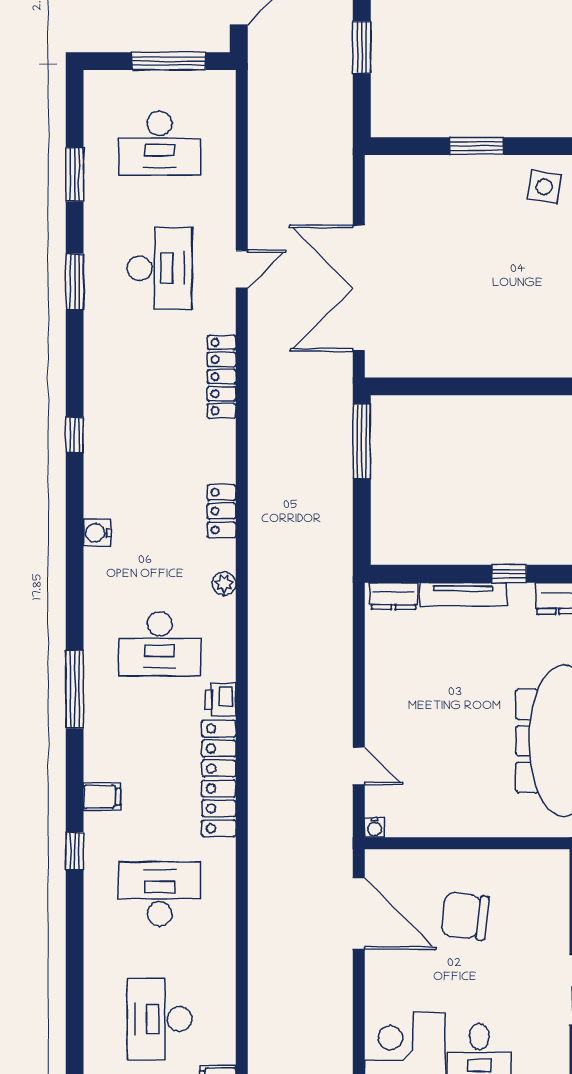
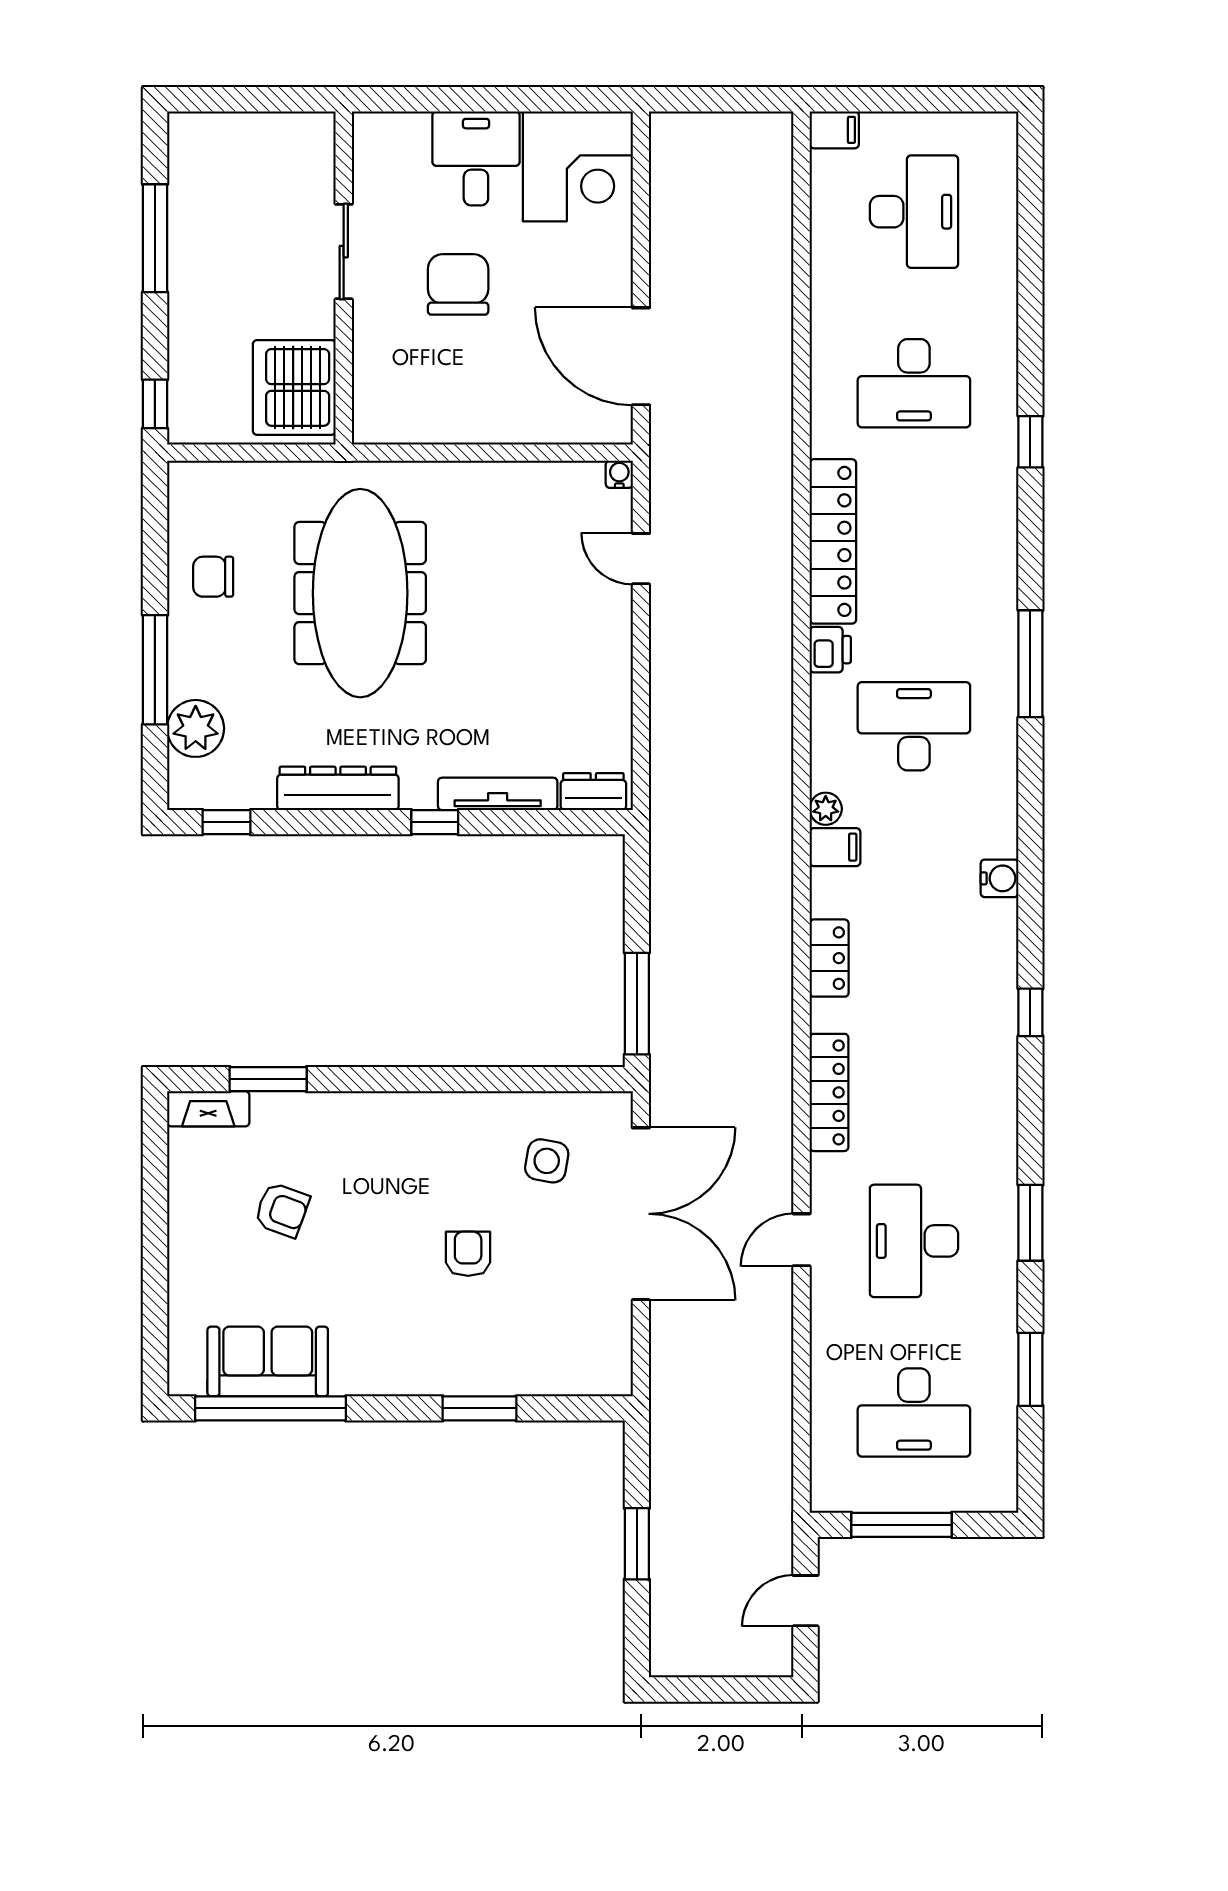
desk: (160, 143) -> (914, 1412), turned 180
side table: (544, 187) -> (547, 1161), moved
armchair: (485, 259) -> (468, 1254), added
locker: (222, 511) -> (829, 958), moved
filing cabinet: (102, 797) -> (835, 847), moved, turned 180
chair: (465, 916) -> (458, 284), moved, turned -97

